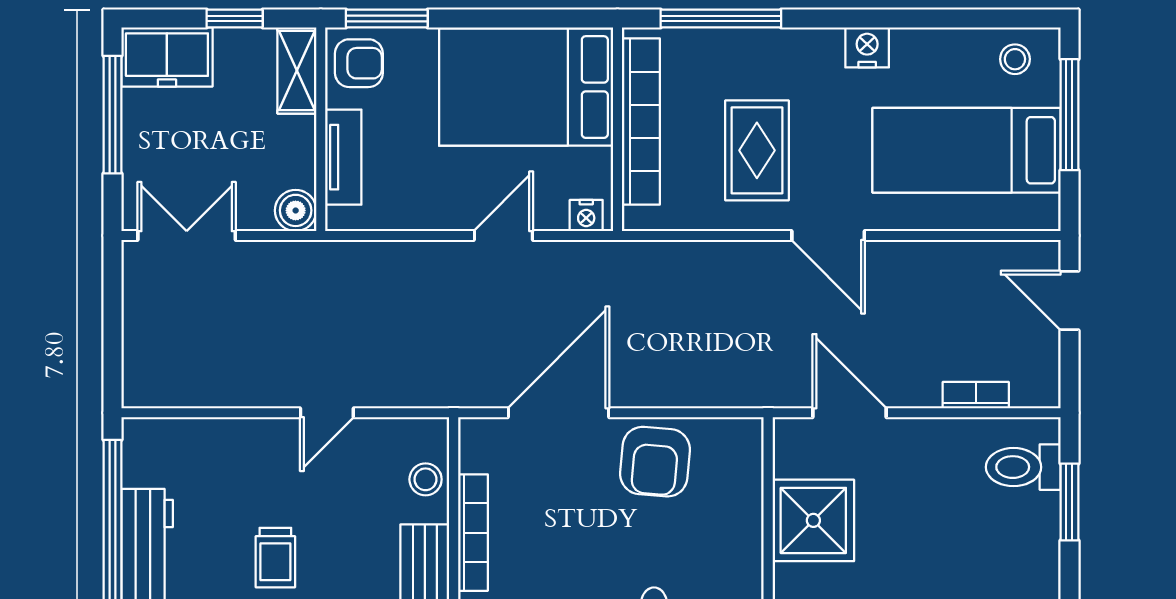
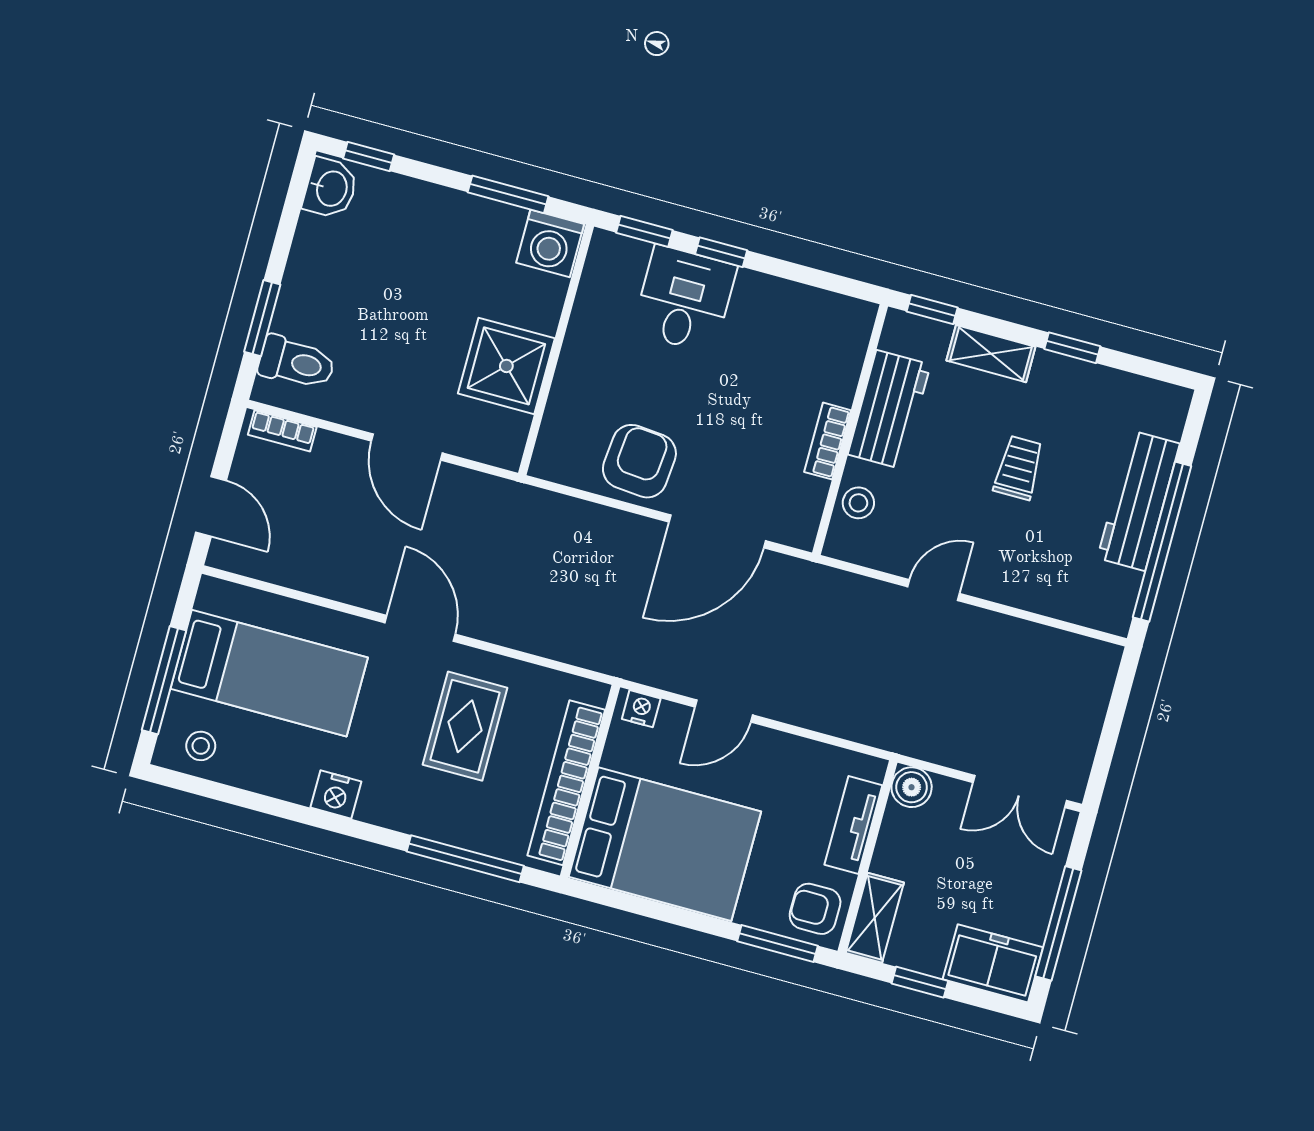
bookcase: (976, 395) -> (282, 431), moved
door: (850, 413) -> (407, 447), moved
bookcase: (473, 533) -> (828, 441), width x0.64

